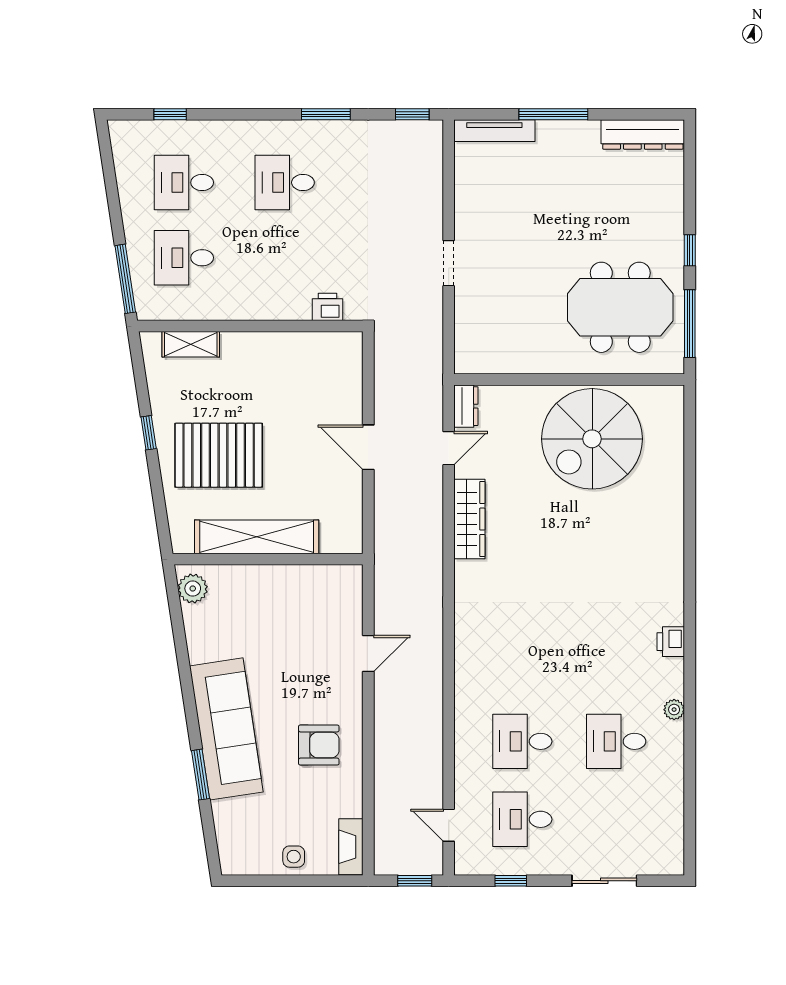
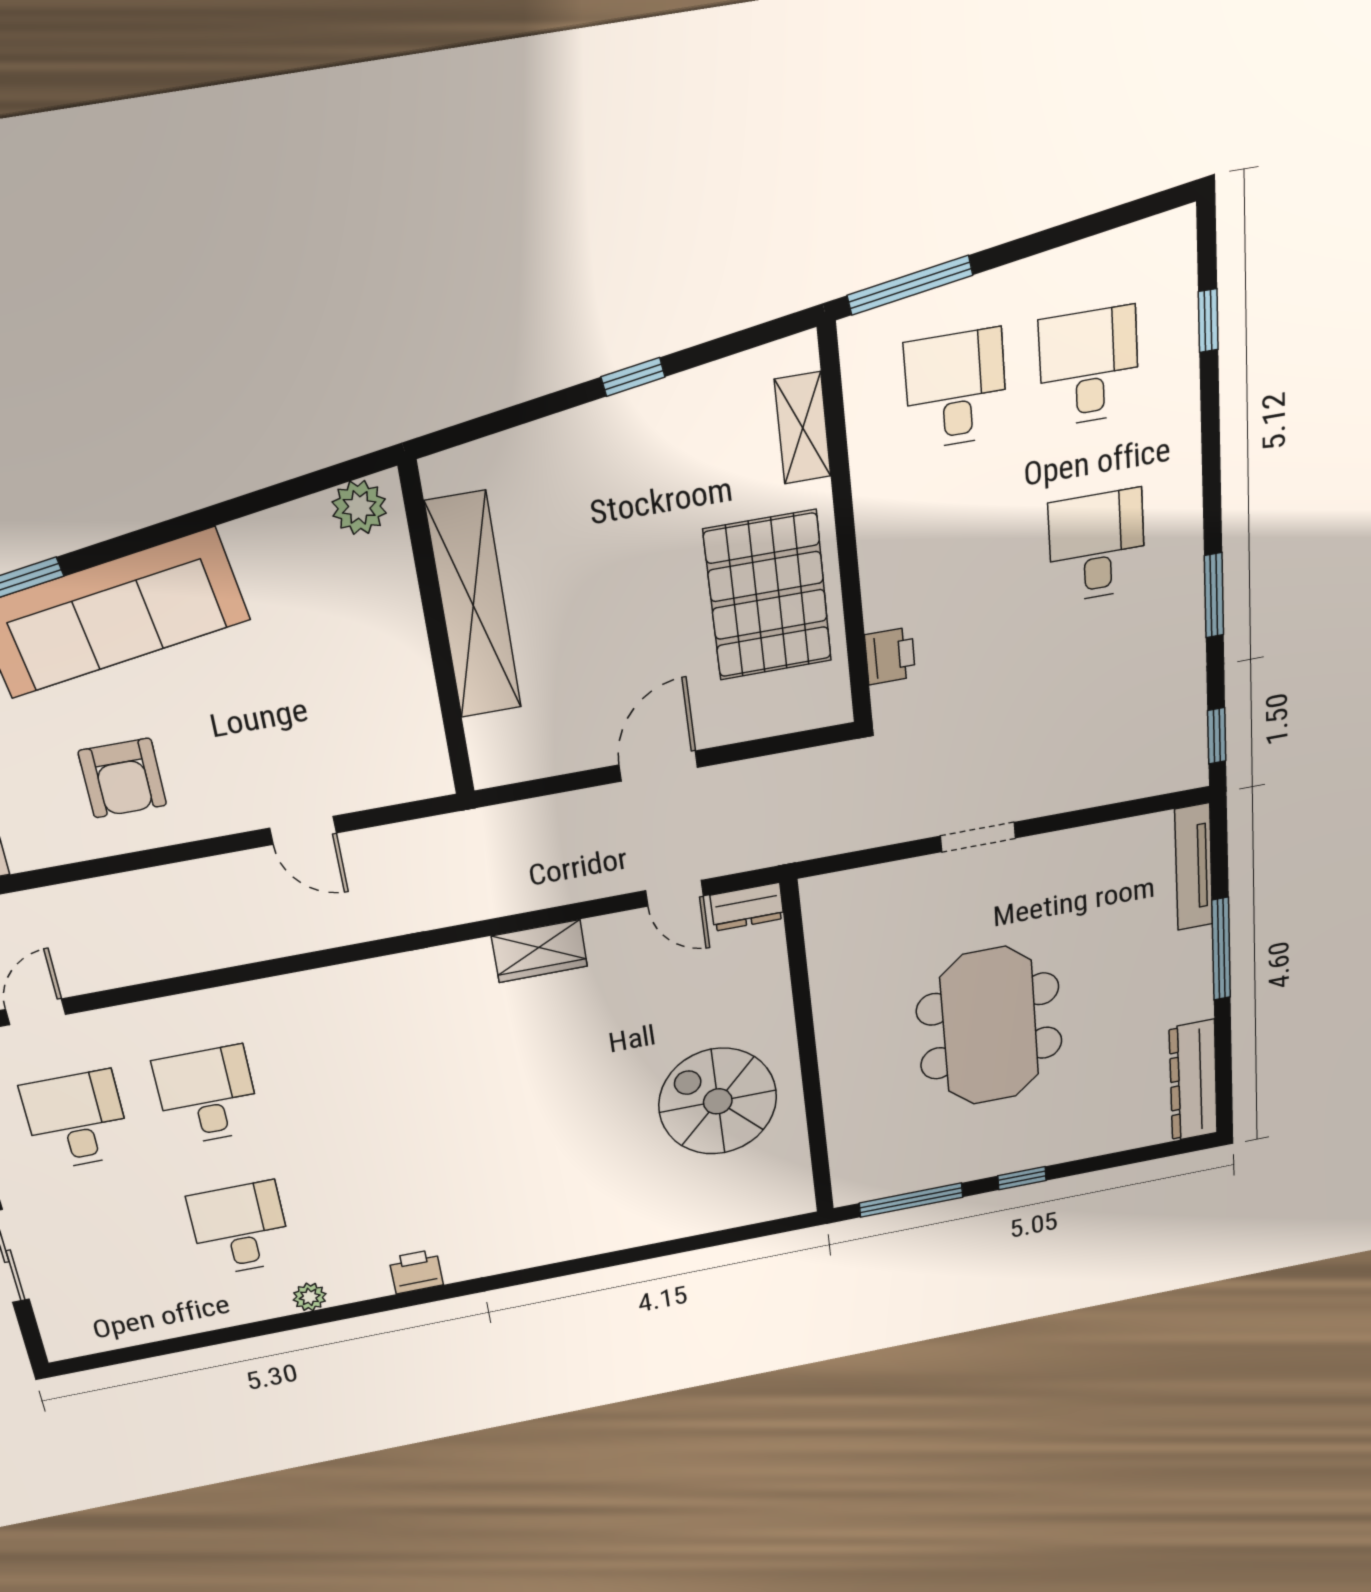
meeting table: (620, 307) -> (990, 1026), moved
spiral stairs: (592, 439) -> (718, 1101), width x0.73, depth x0.73
pallet: (219, 455) -> (768, 595), moved
wardrobe: (469, 519) -> (539, 951), width x0.67

